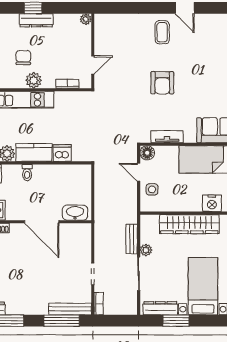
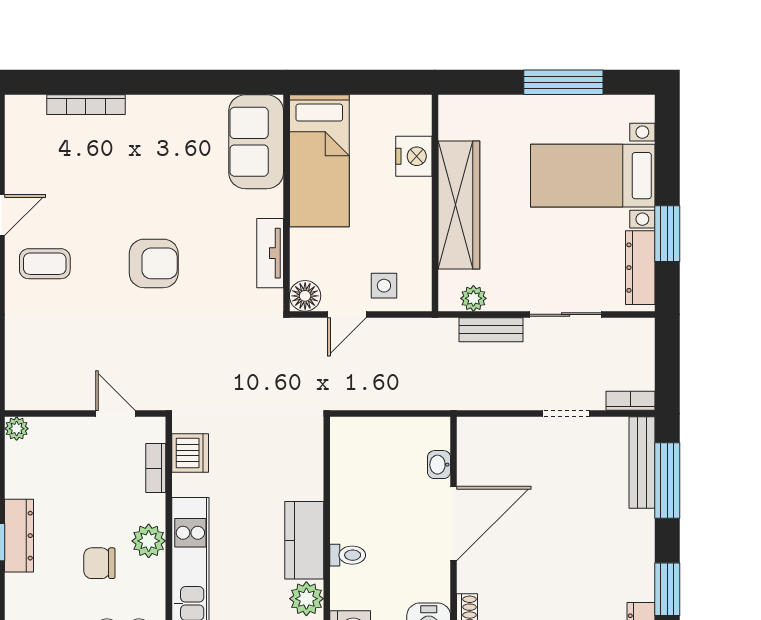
dishwasher: (62, 153) -> (190, 453), moved, turned 180
washbasin: (75, 213) -> (439, 465), width x0.52, depth x0.69
plant: (146, 250) -> (473, 298), moved

